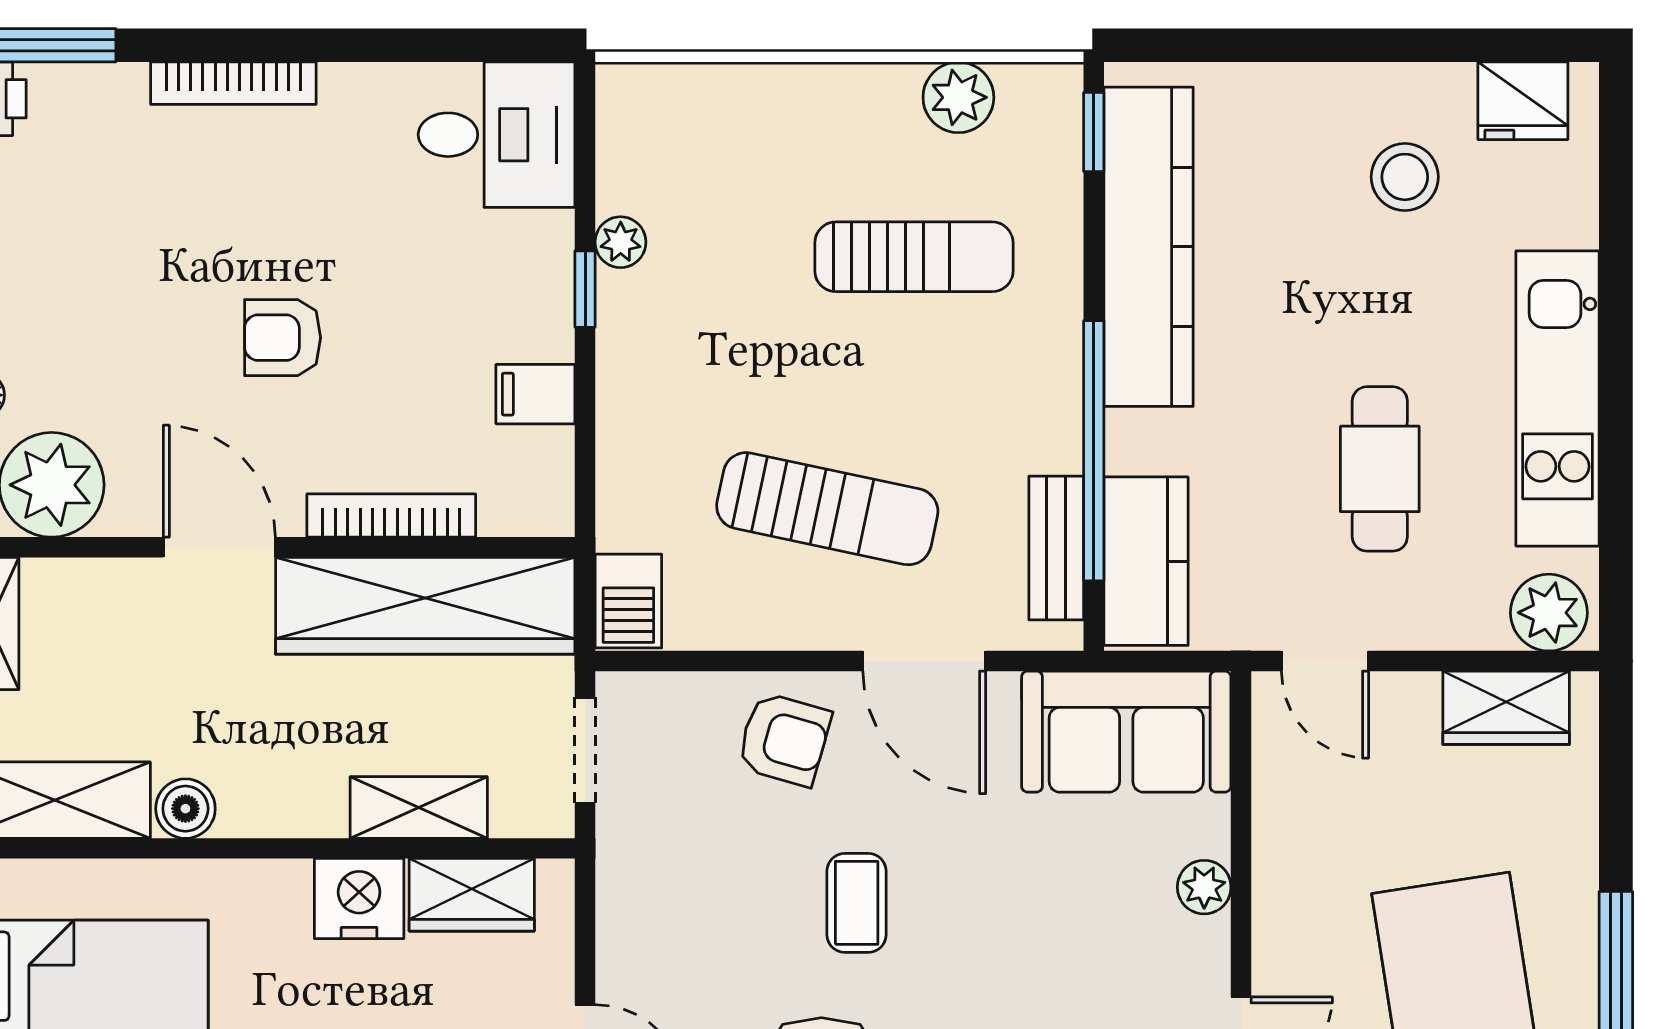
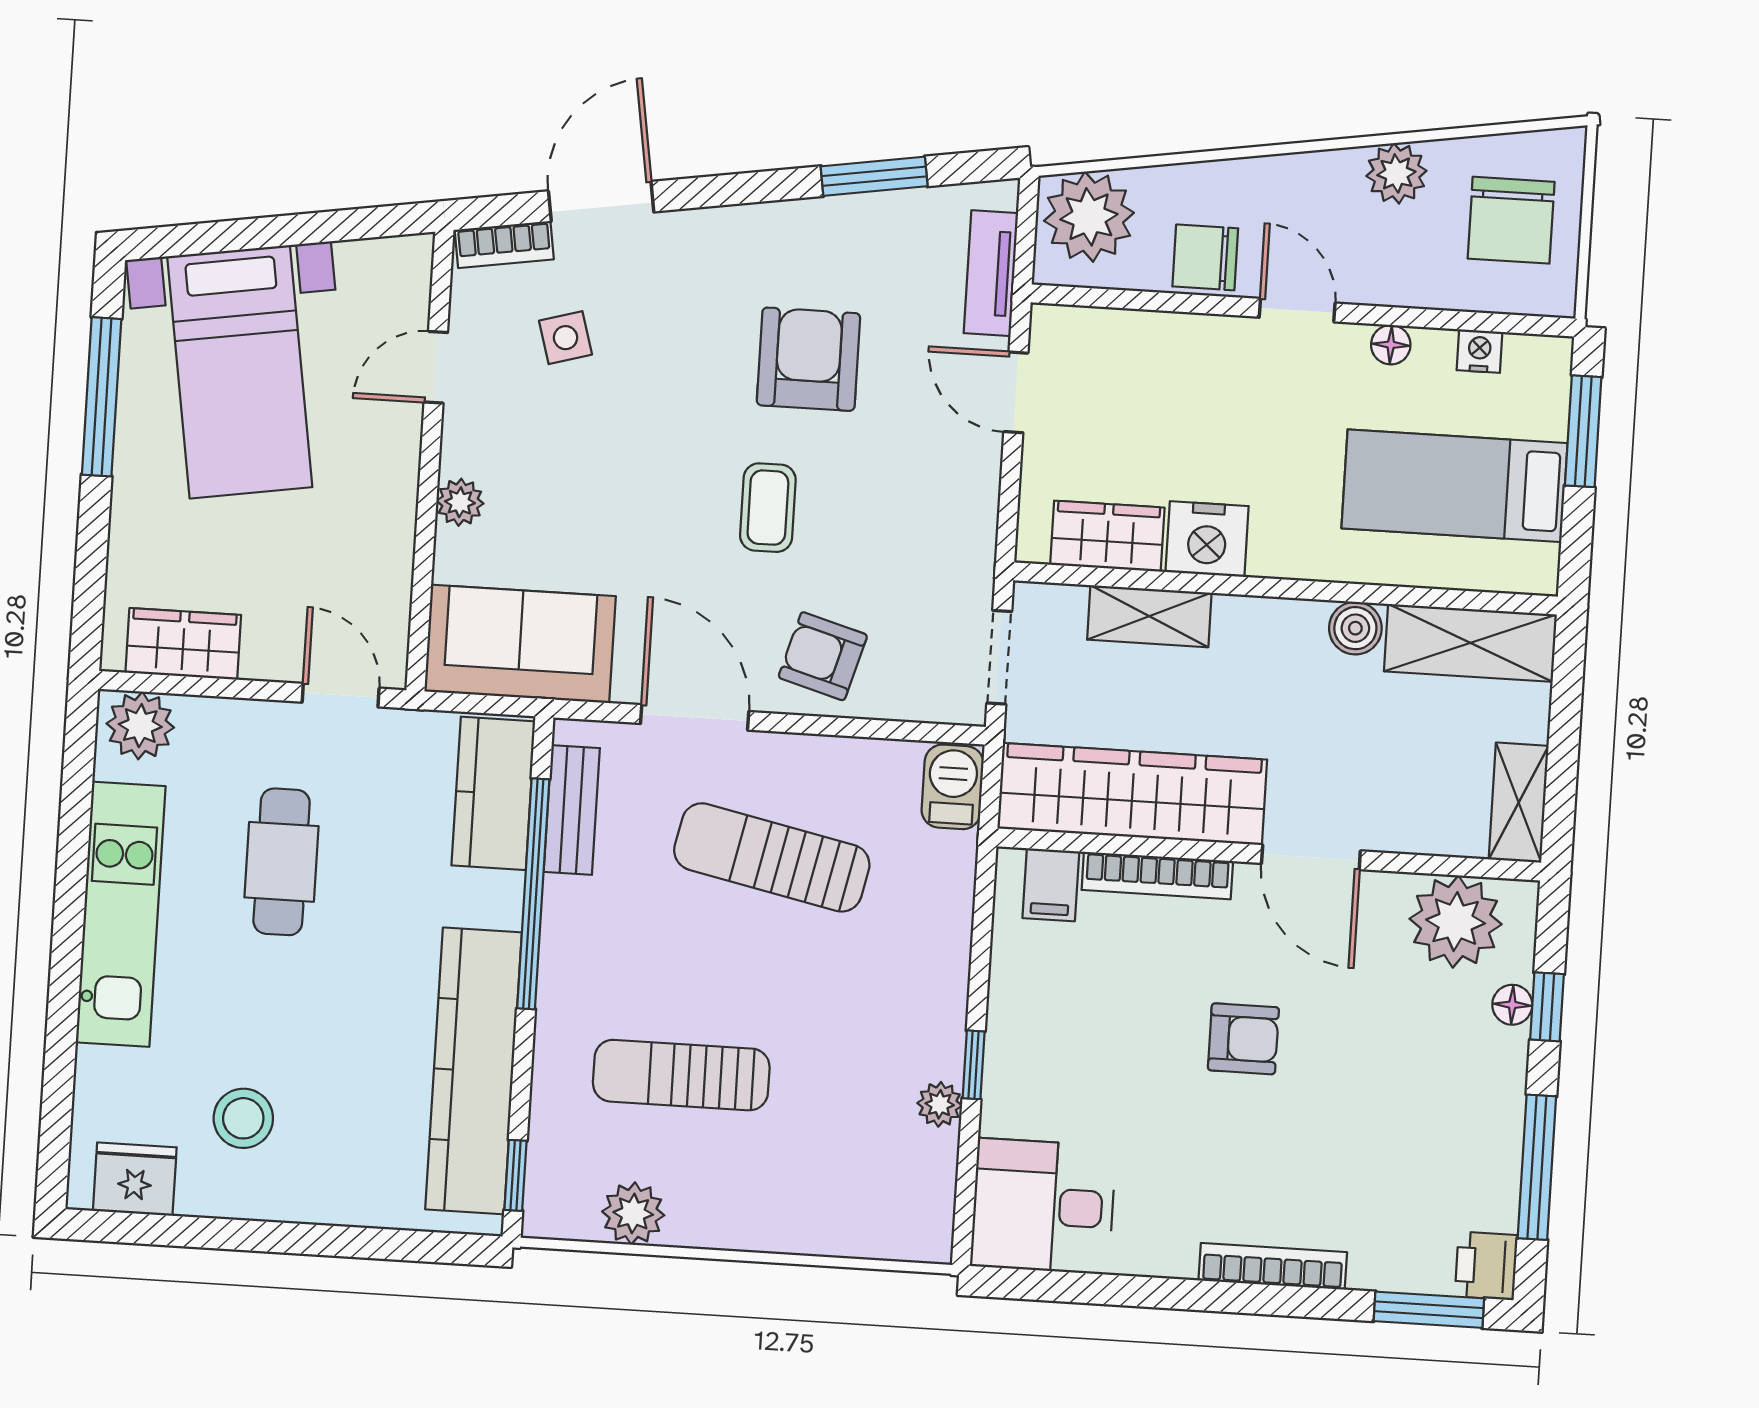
filing cabinet: (535, 394) -> (1051, 885), moved, turned 90

